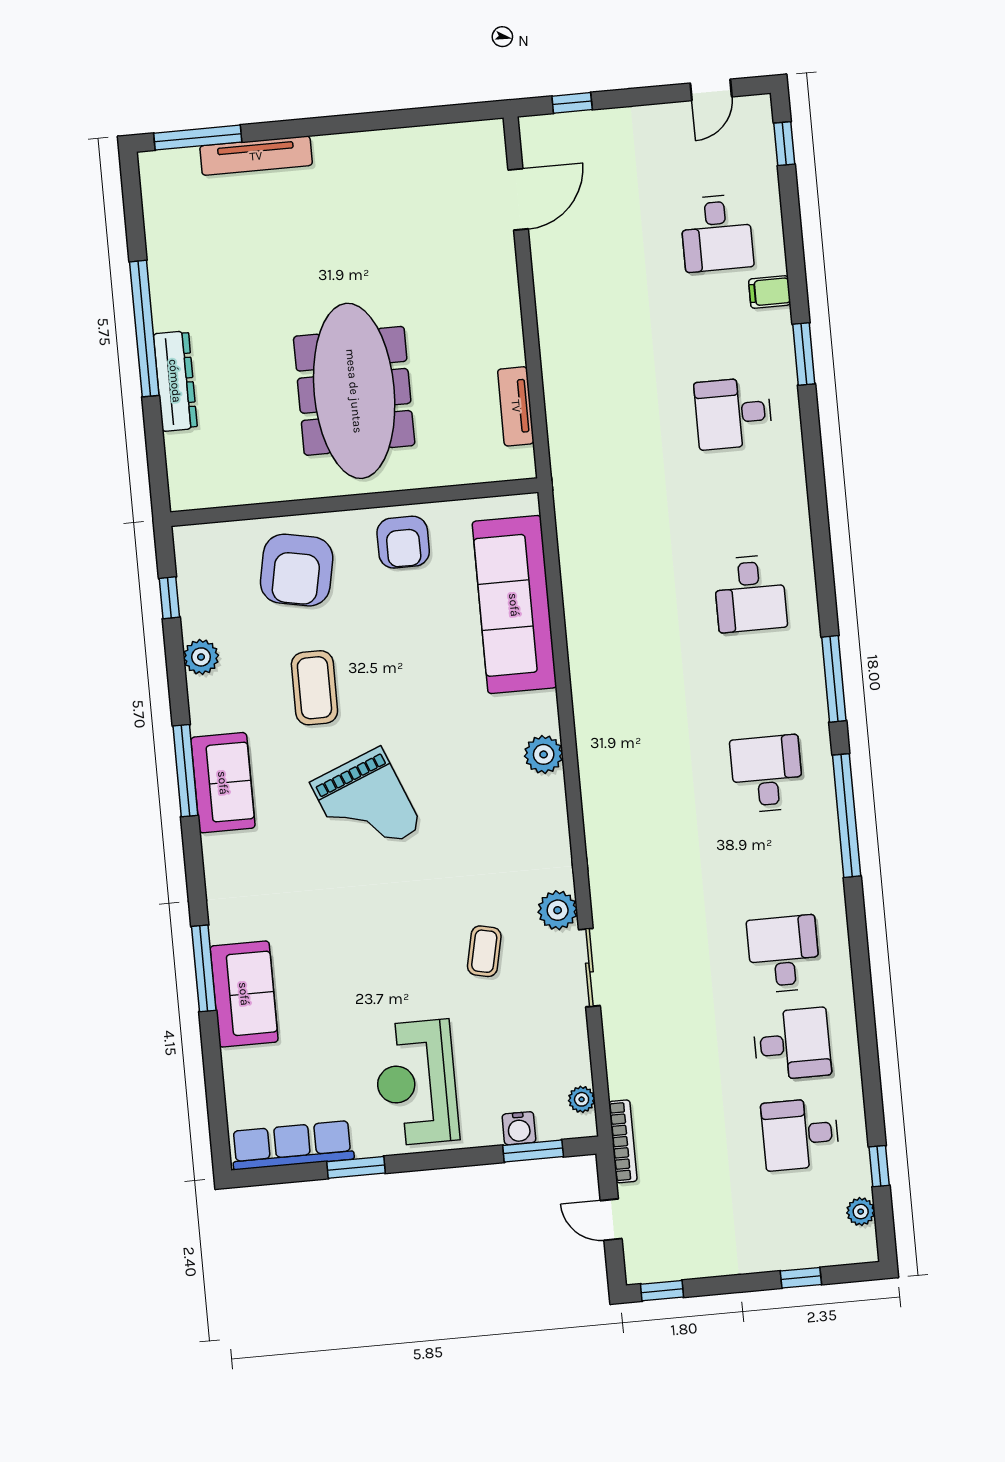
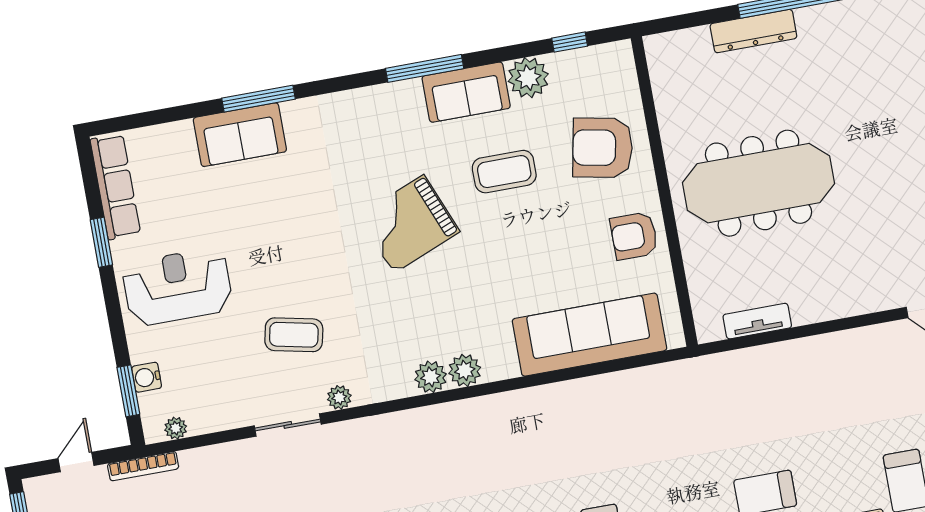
plant: (201, 657) -> (528, 78), width x1.36, depth x1.36
sofa: (223, 783) -> (466, 92), moved
plant: (548, 795) -> (431, 377), added
plant: (558, 910) -> (339, 397), width x0.73, depth x0.73
coffee table: (484, 951) -> (294, 335), width x1.36, depth x1.30

